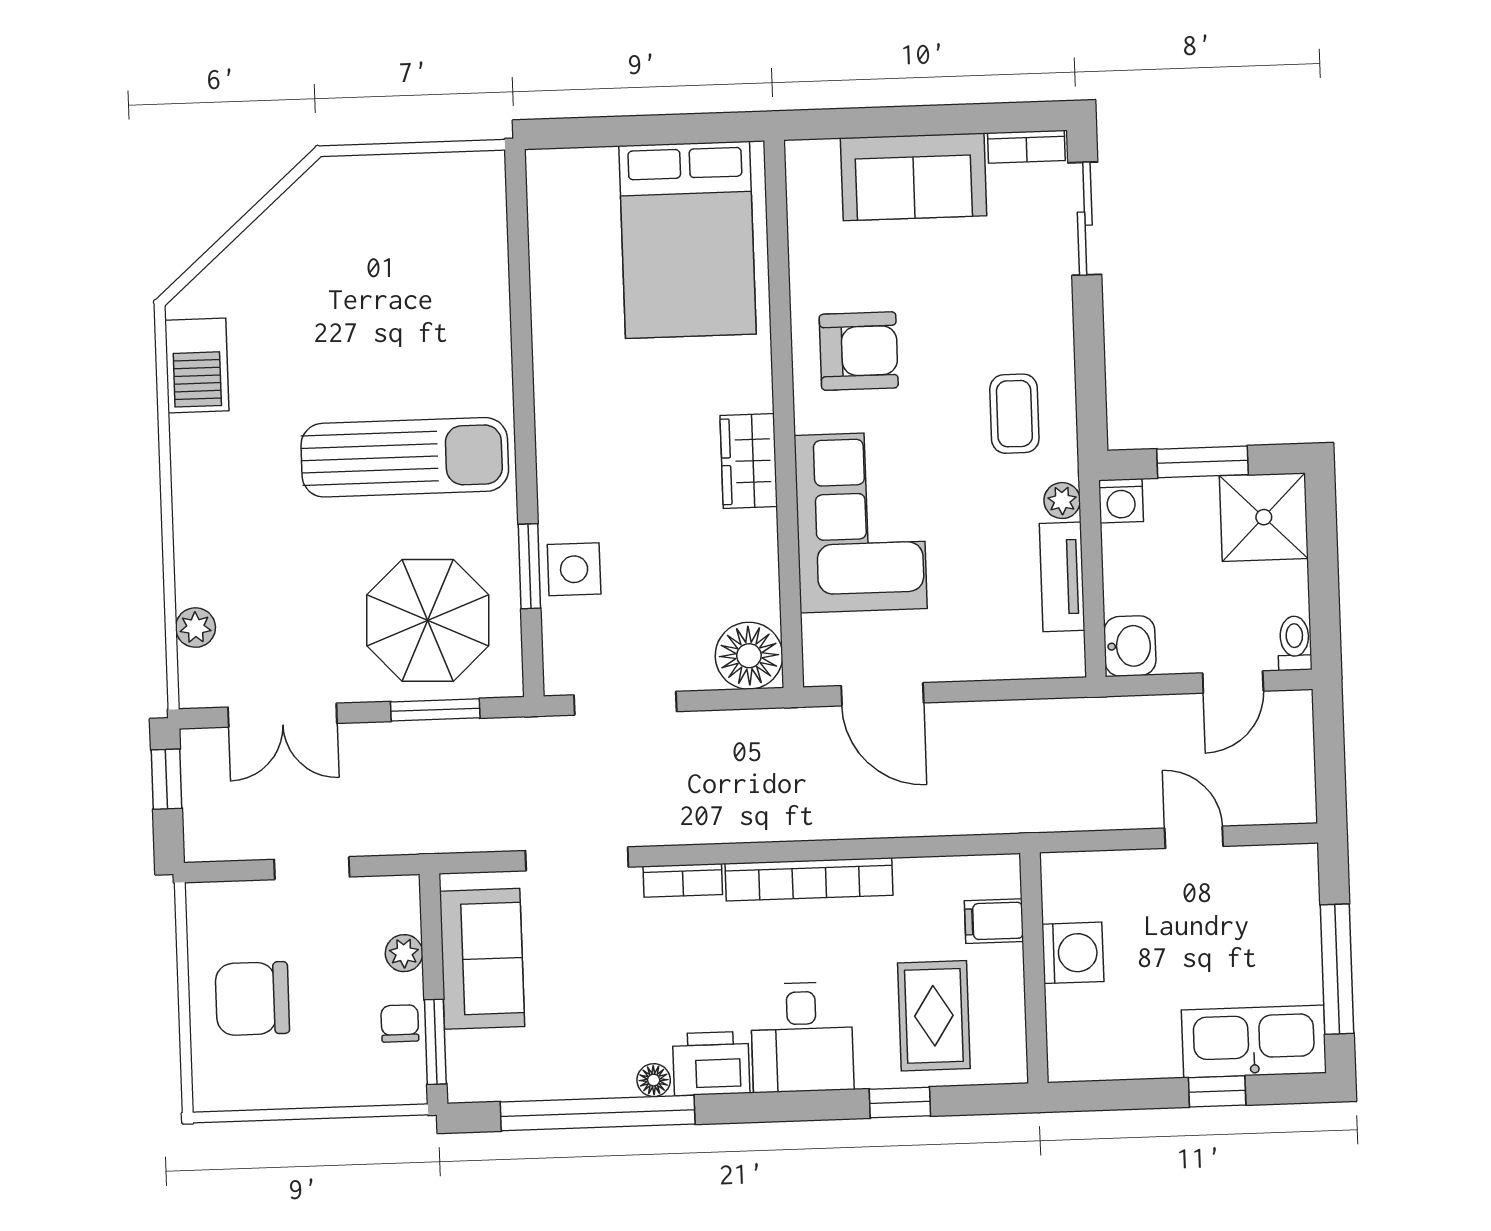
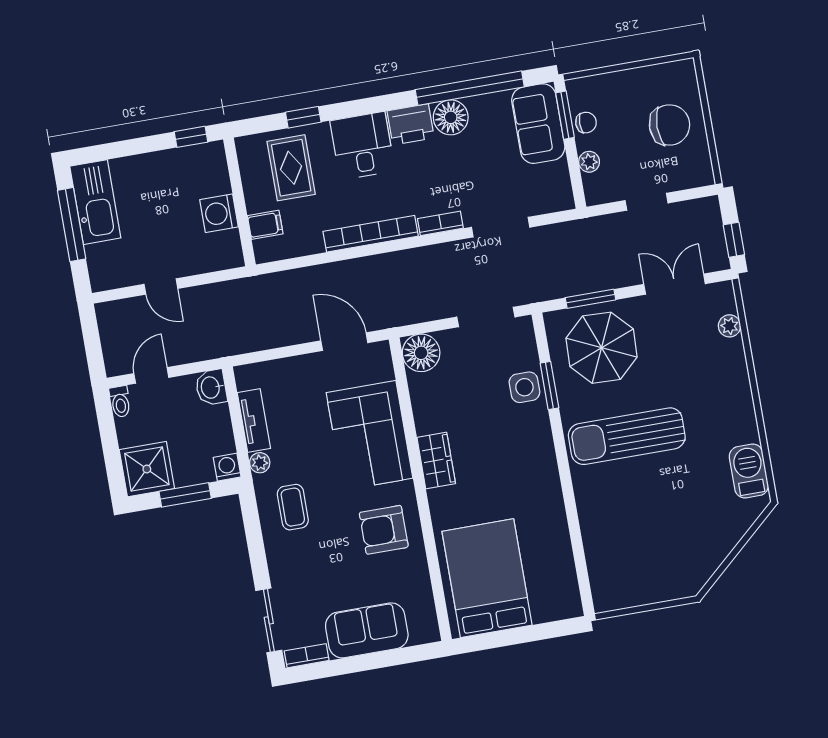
sofa: (482, 959) -> (538, 124), moved
chair: (400, 1023) -> (586, 123), turned -90
kitchen sink: (1254, 1041) -> (95, 202), moved, turned -90
floor lamp: (654, 1080) -> (451, 117), width x1.89, depth x1.89
window: (1217, 1091) -> (191, 137), moved

